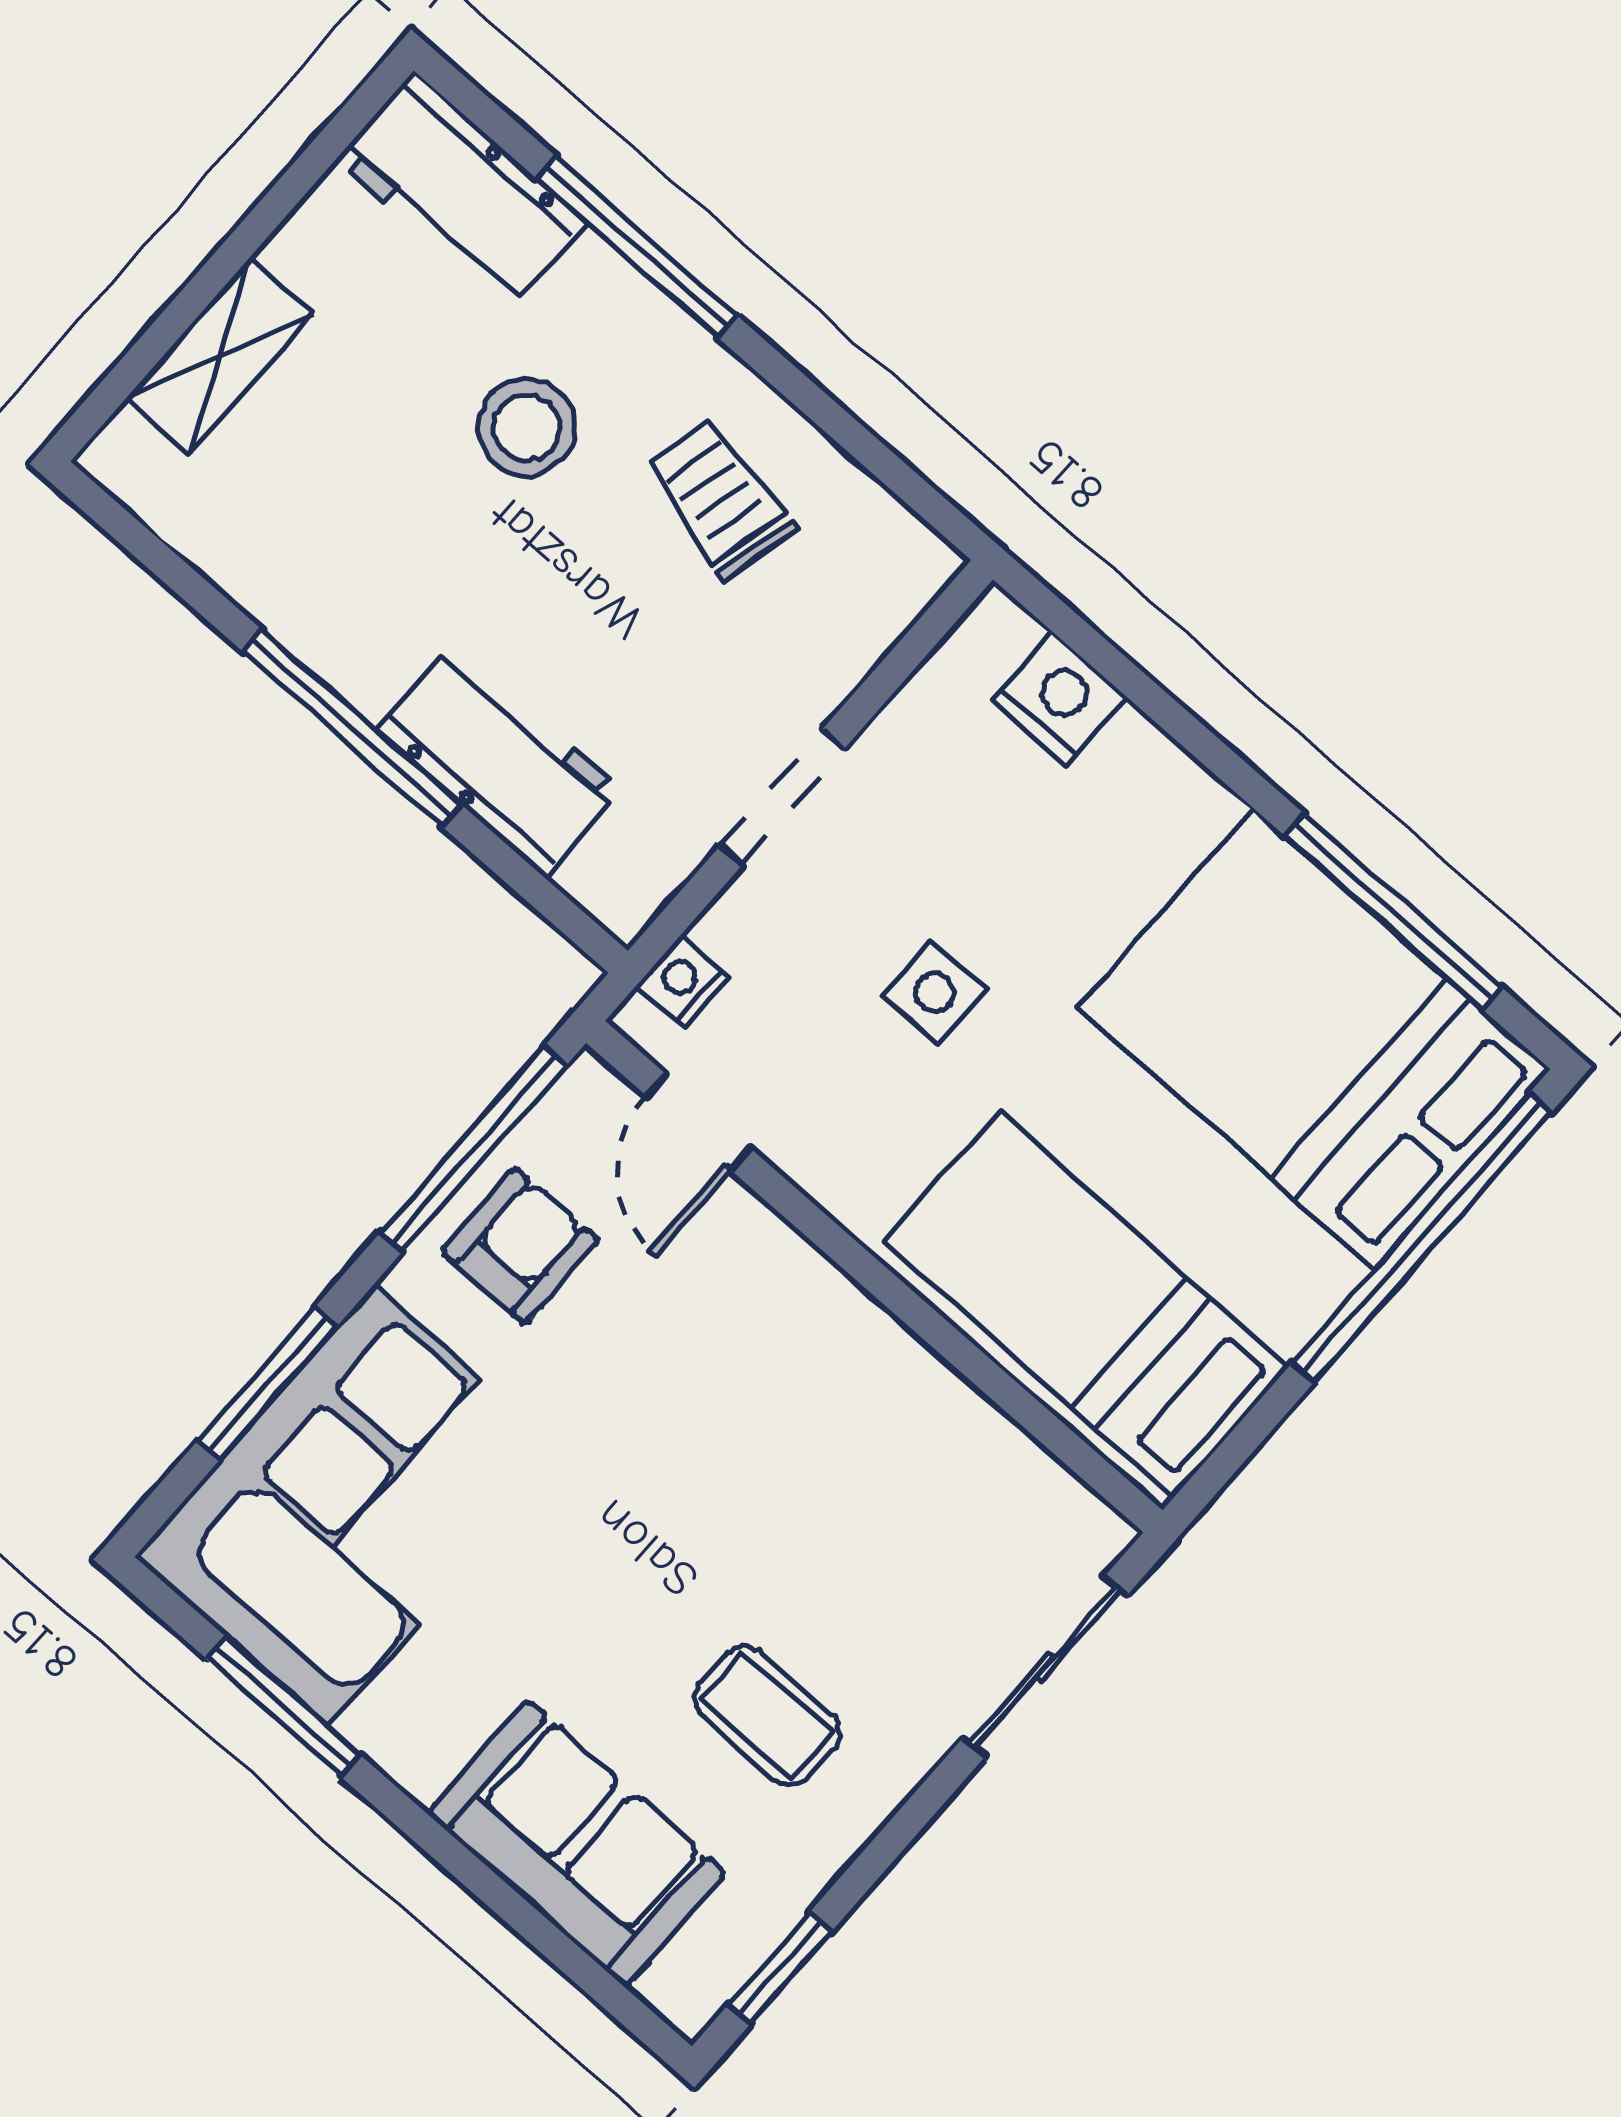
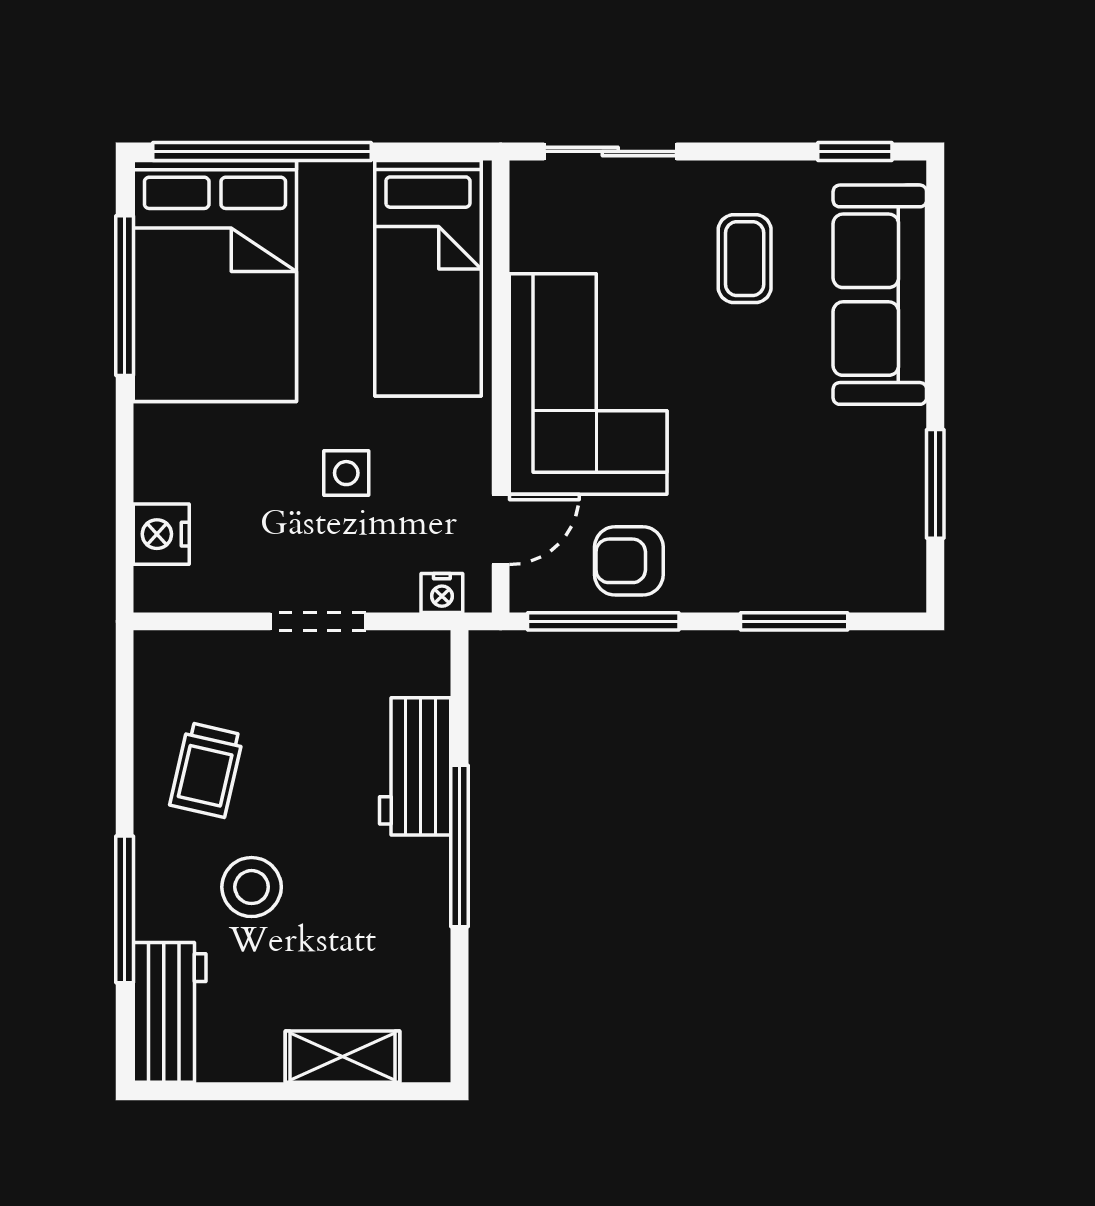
corner sofa: (351, 1506) -> (588, 384), moved, turned 90
sofa: (577, 1843) -> (880, 295), width x1.36

